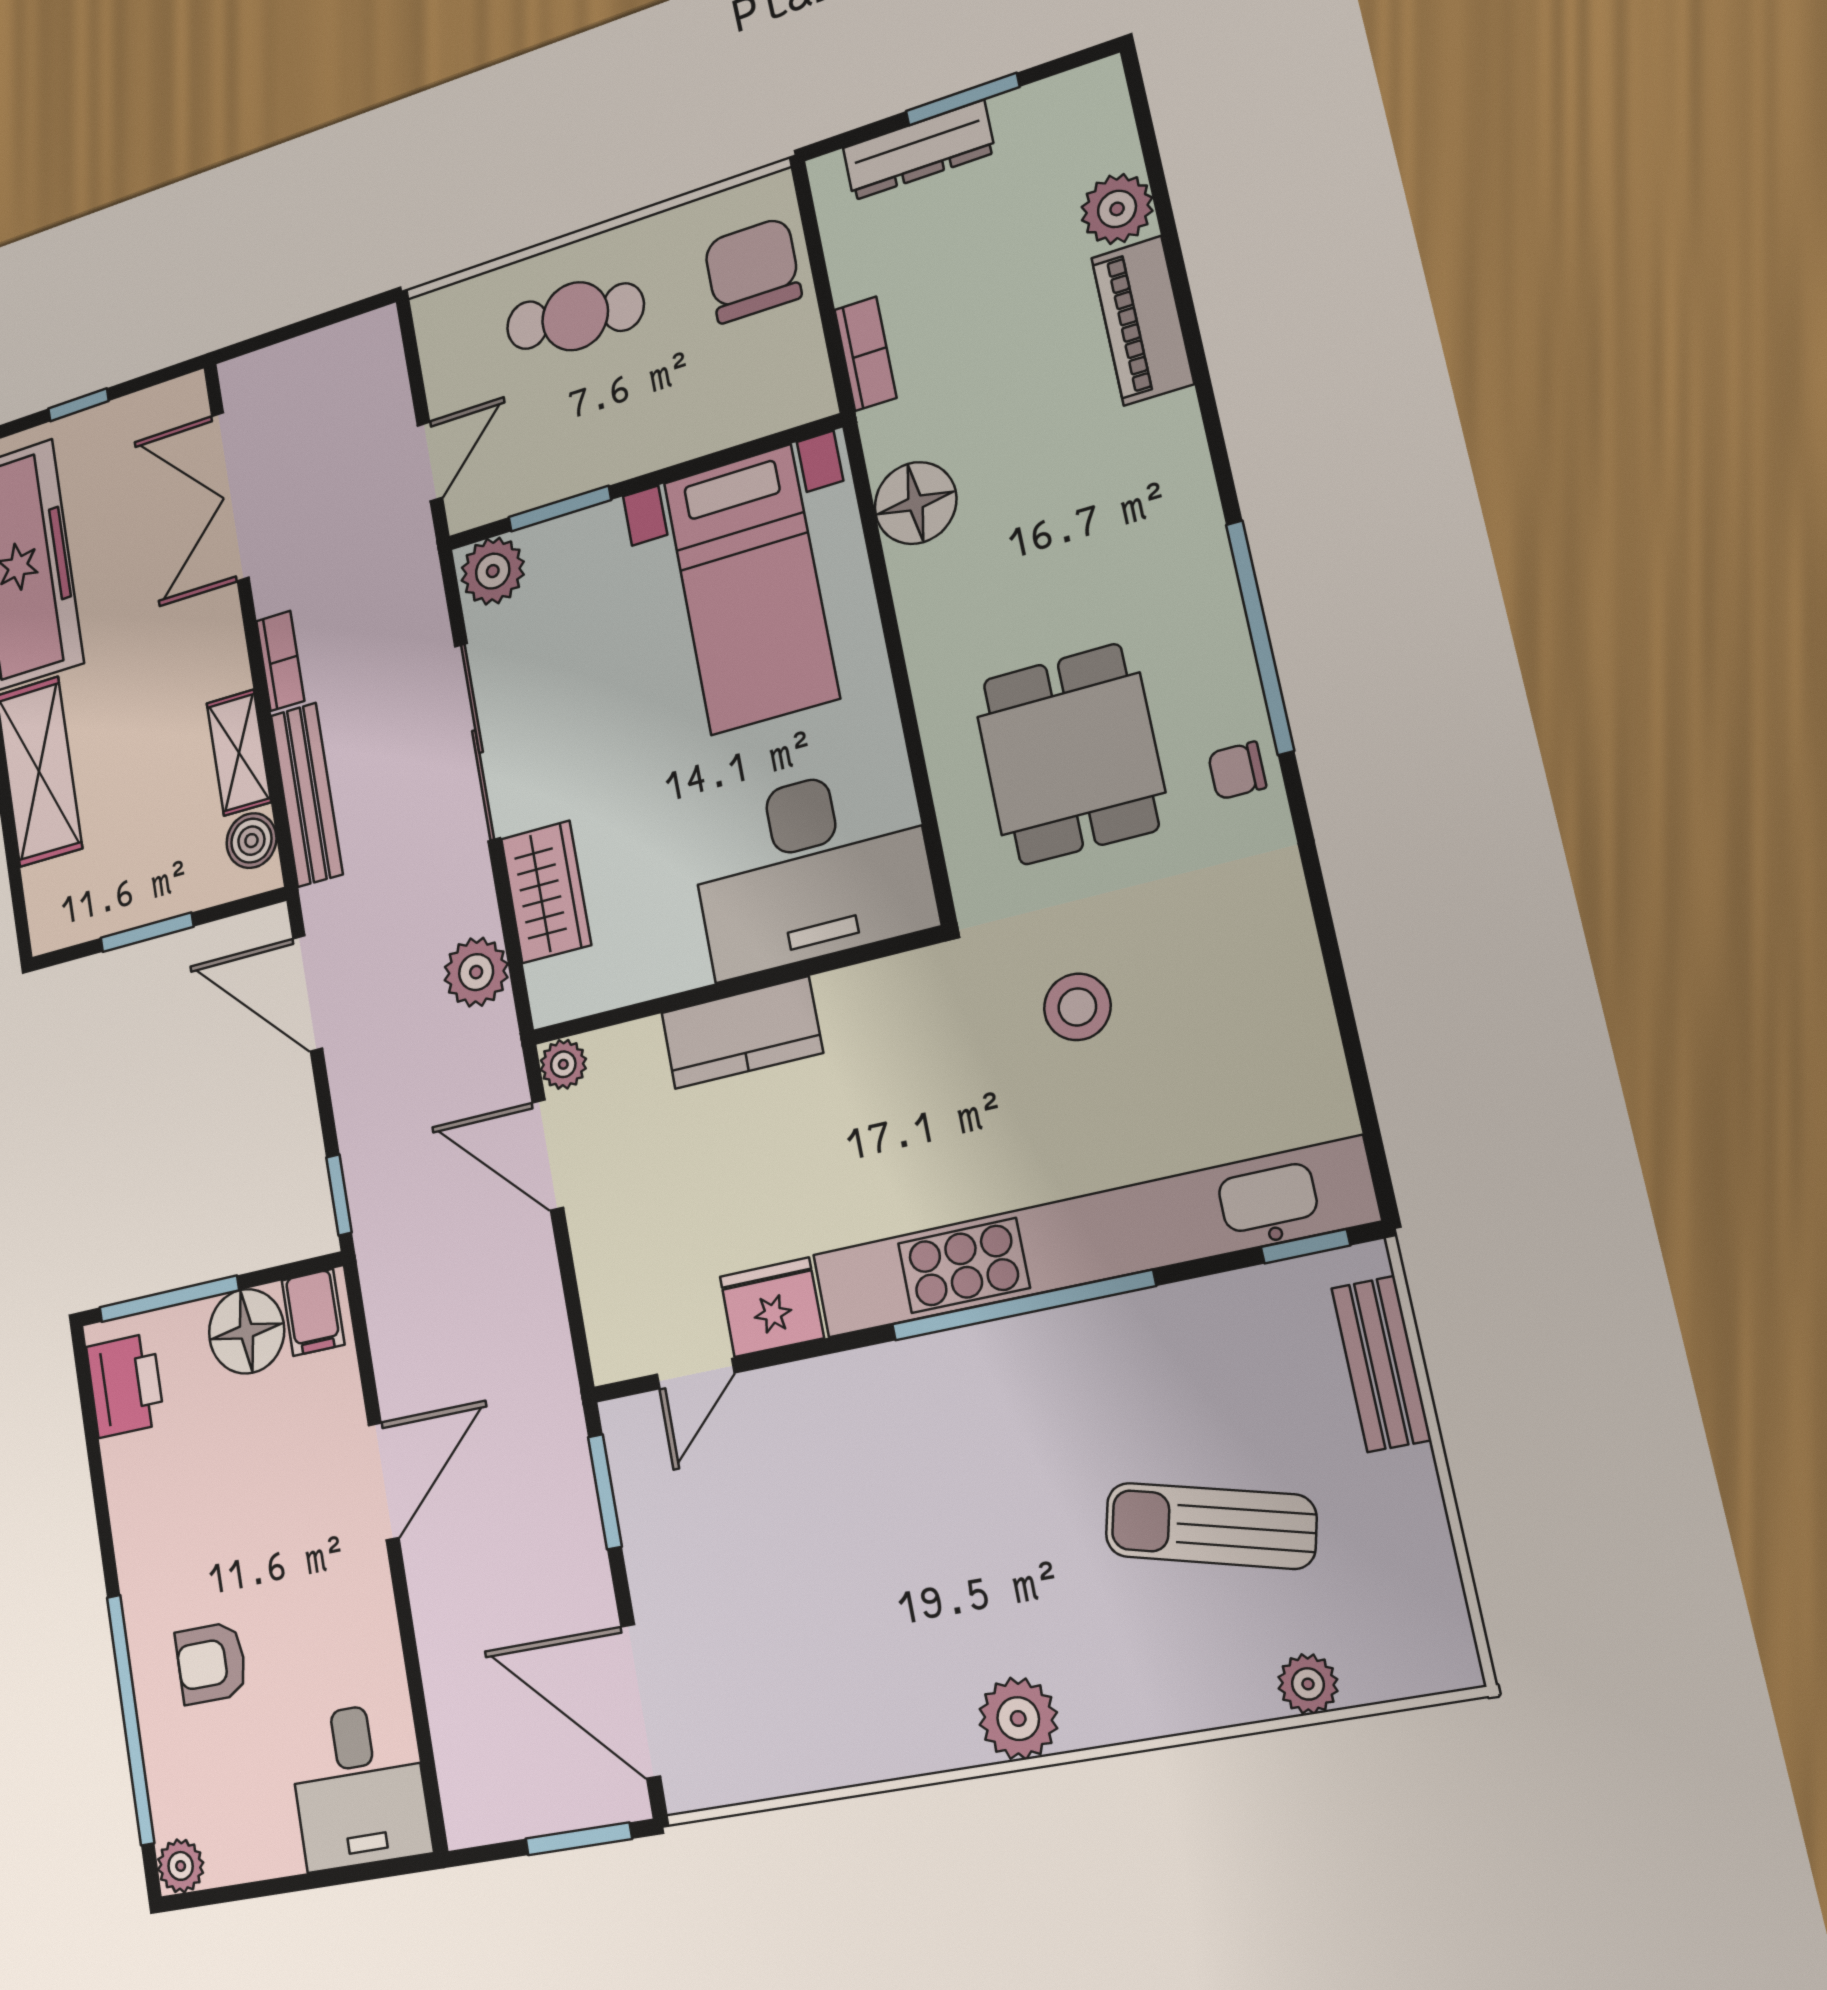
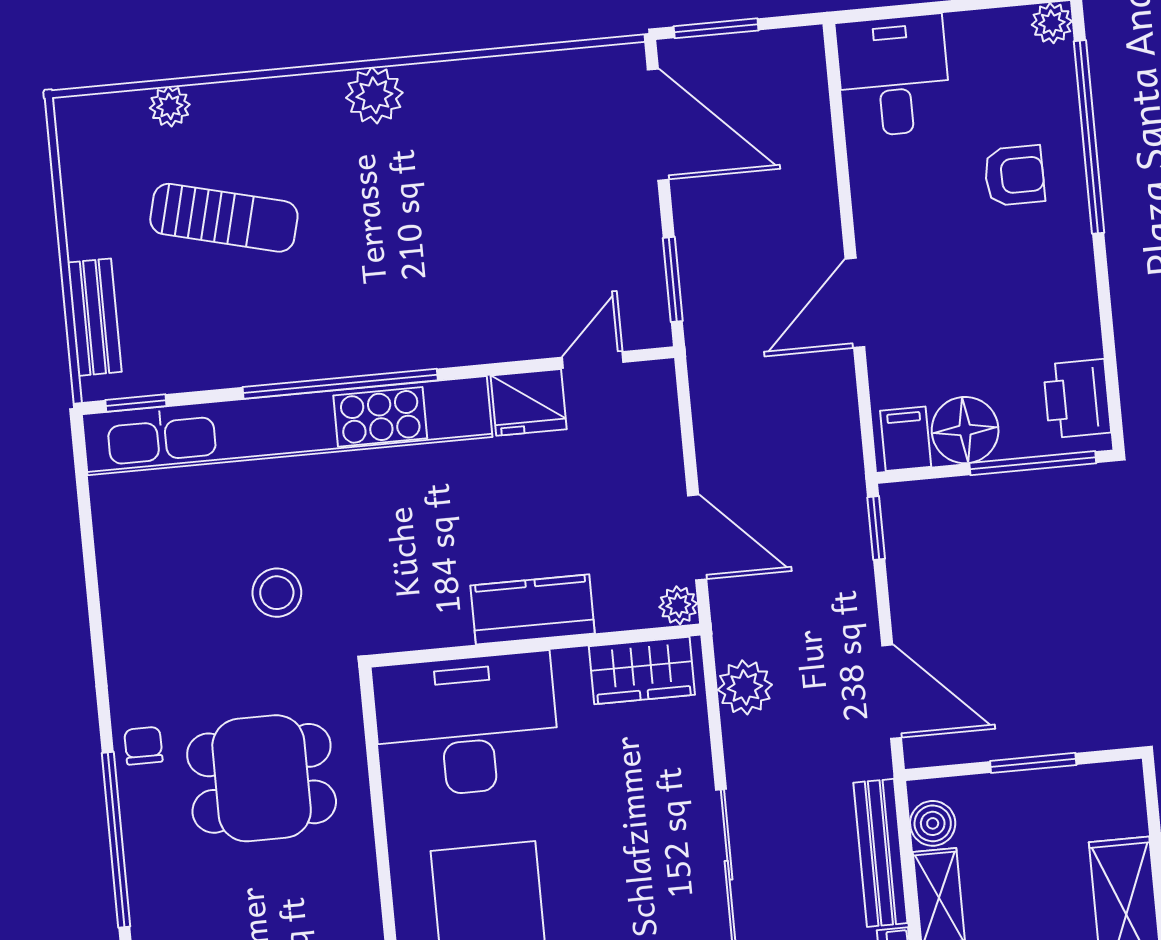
dining table: (1070, 754) -> (262, 778), turned 90
chair: (1237, 771) -> (143, 746), turned -90
wardrobe: (546, 892) -> (642, 670), moved, turned -90

